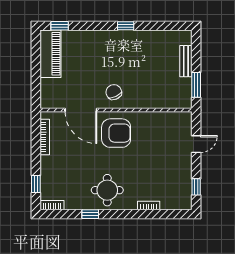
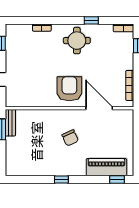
piano: (50, 54) -> (106, 167), moved, turned 90
bench: (186, 61) -> (10, 123), moved
chair: (114, 92) -> (70, 138), moved
armchair: (116, 133) -> (69, 89), turned 90

